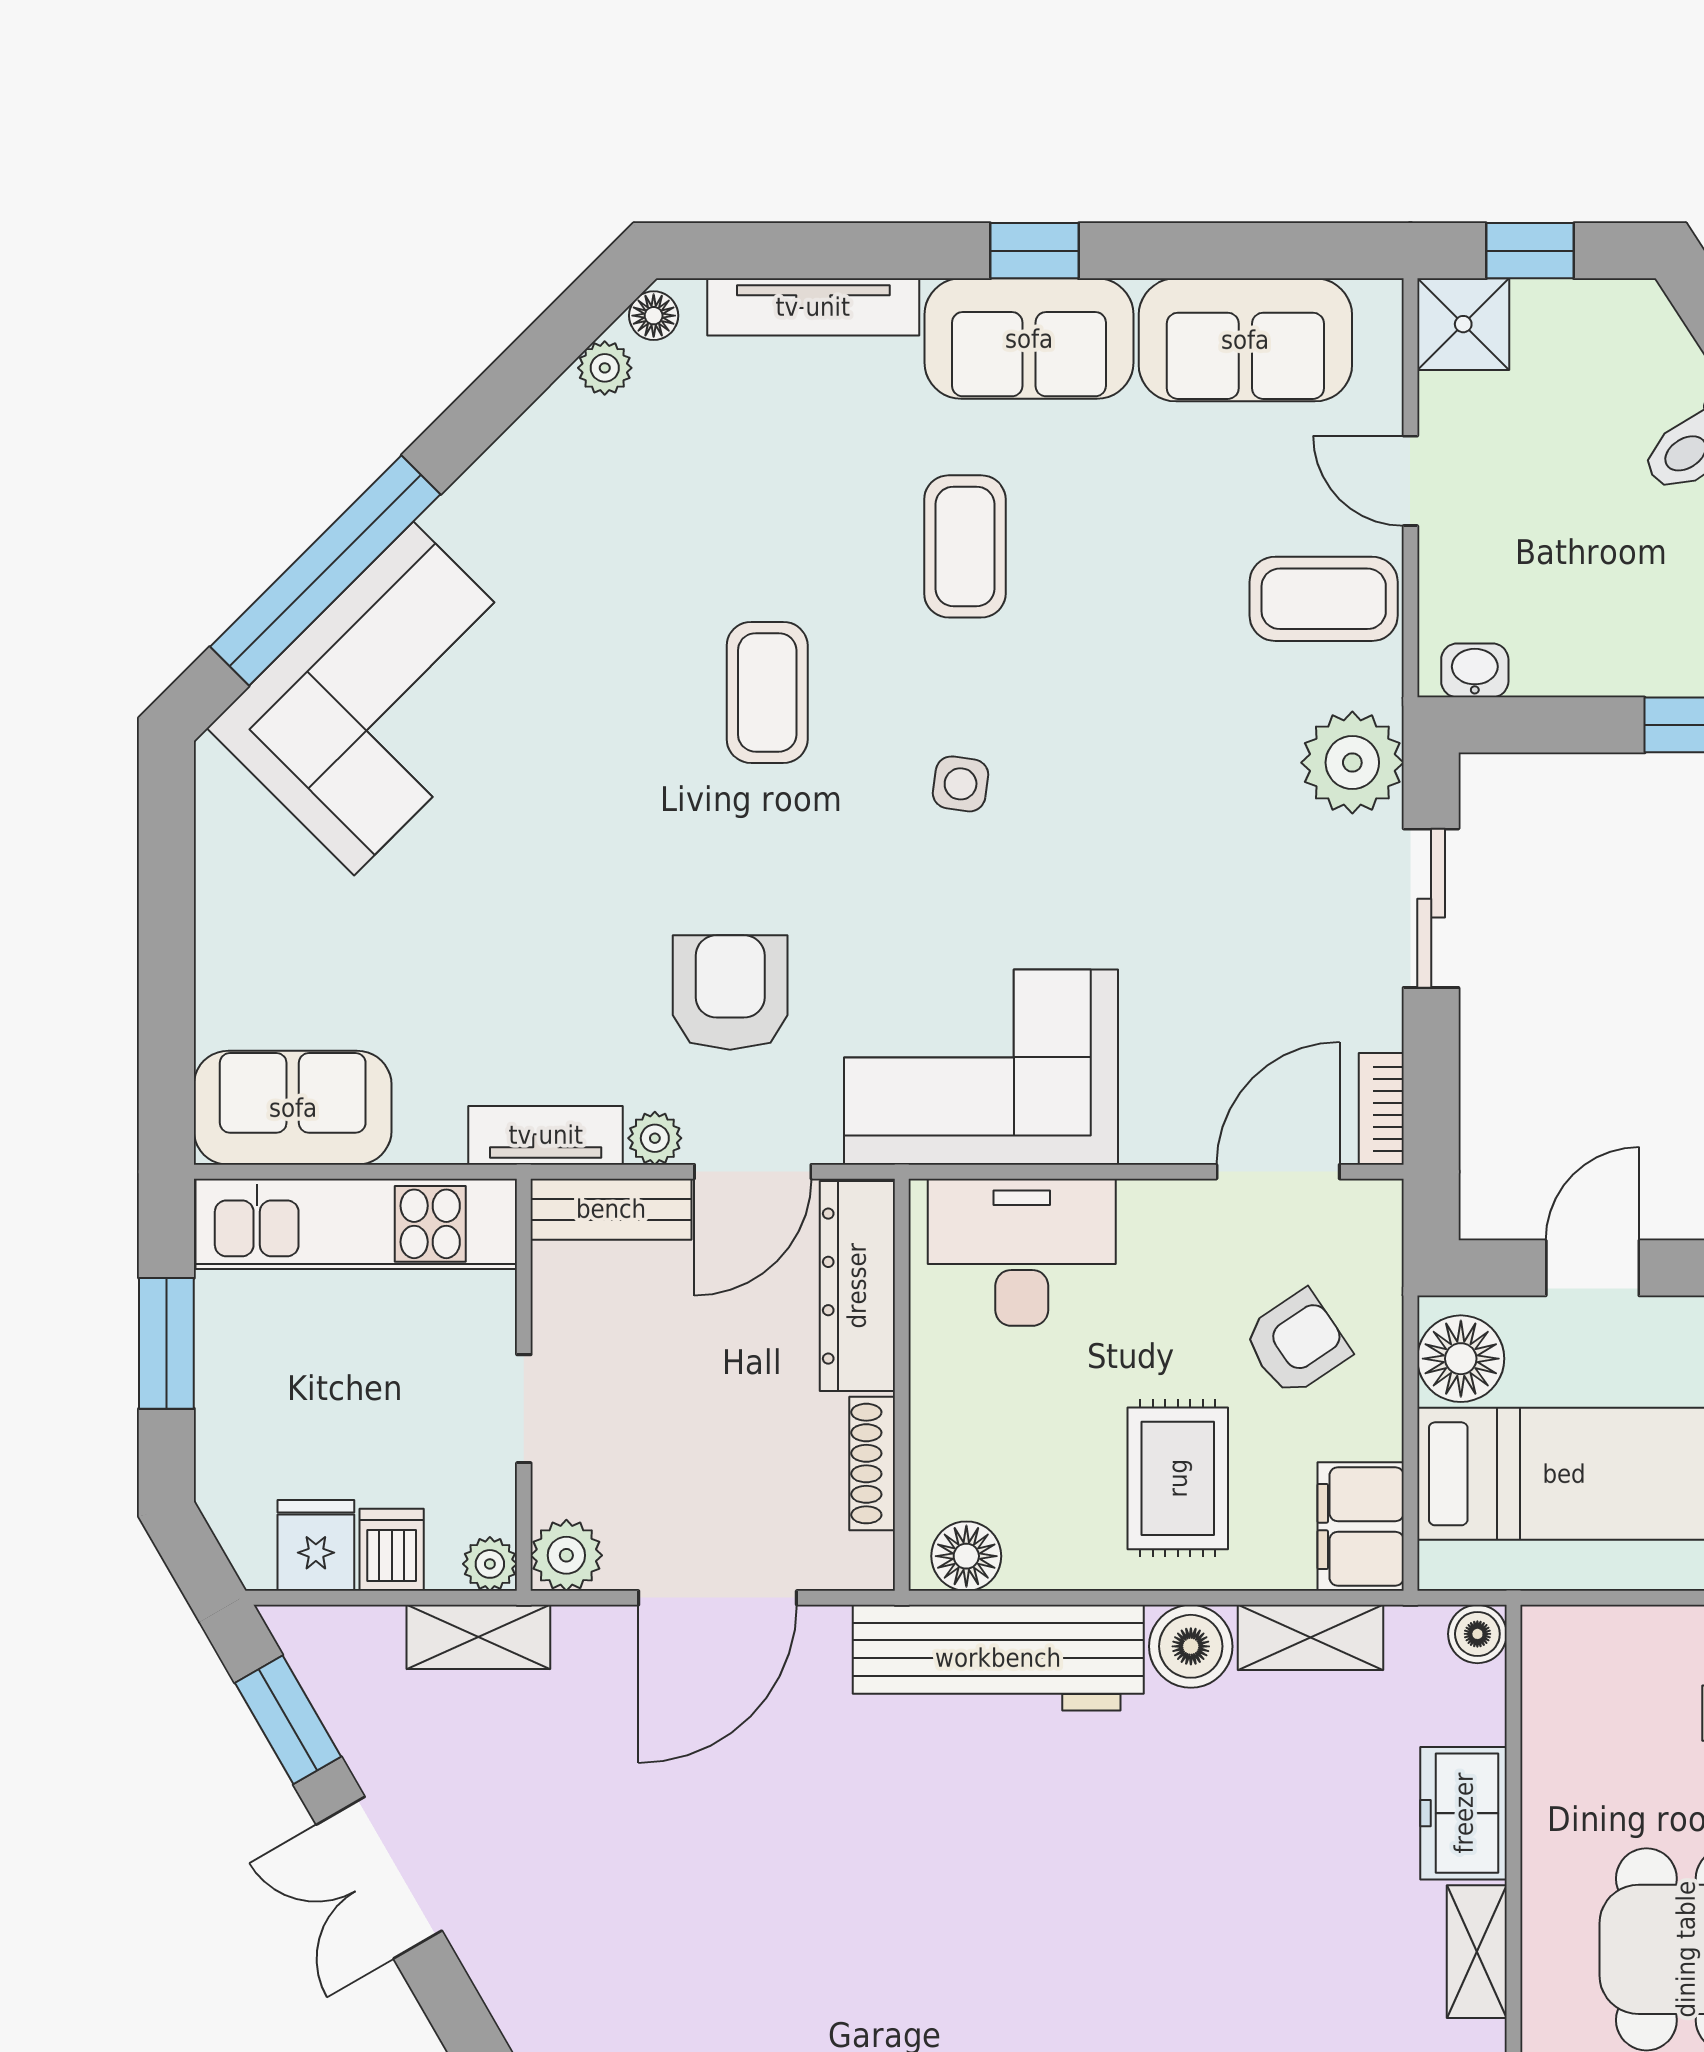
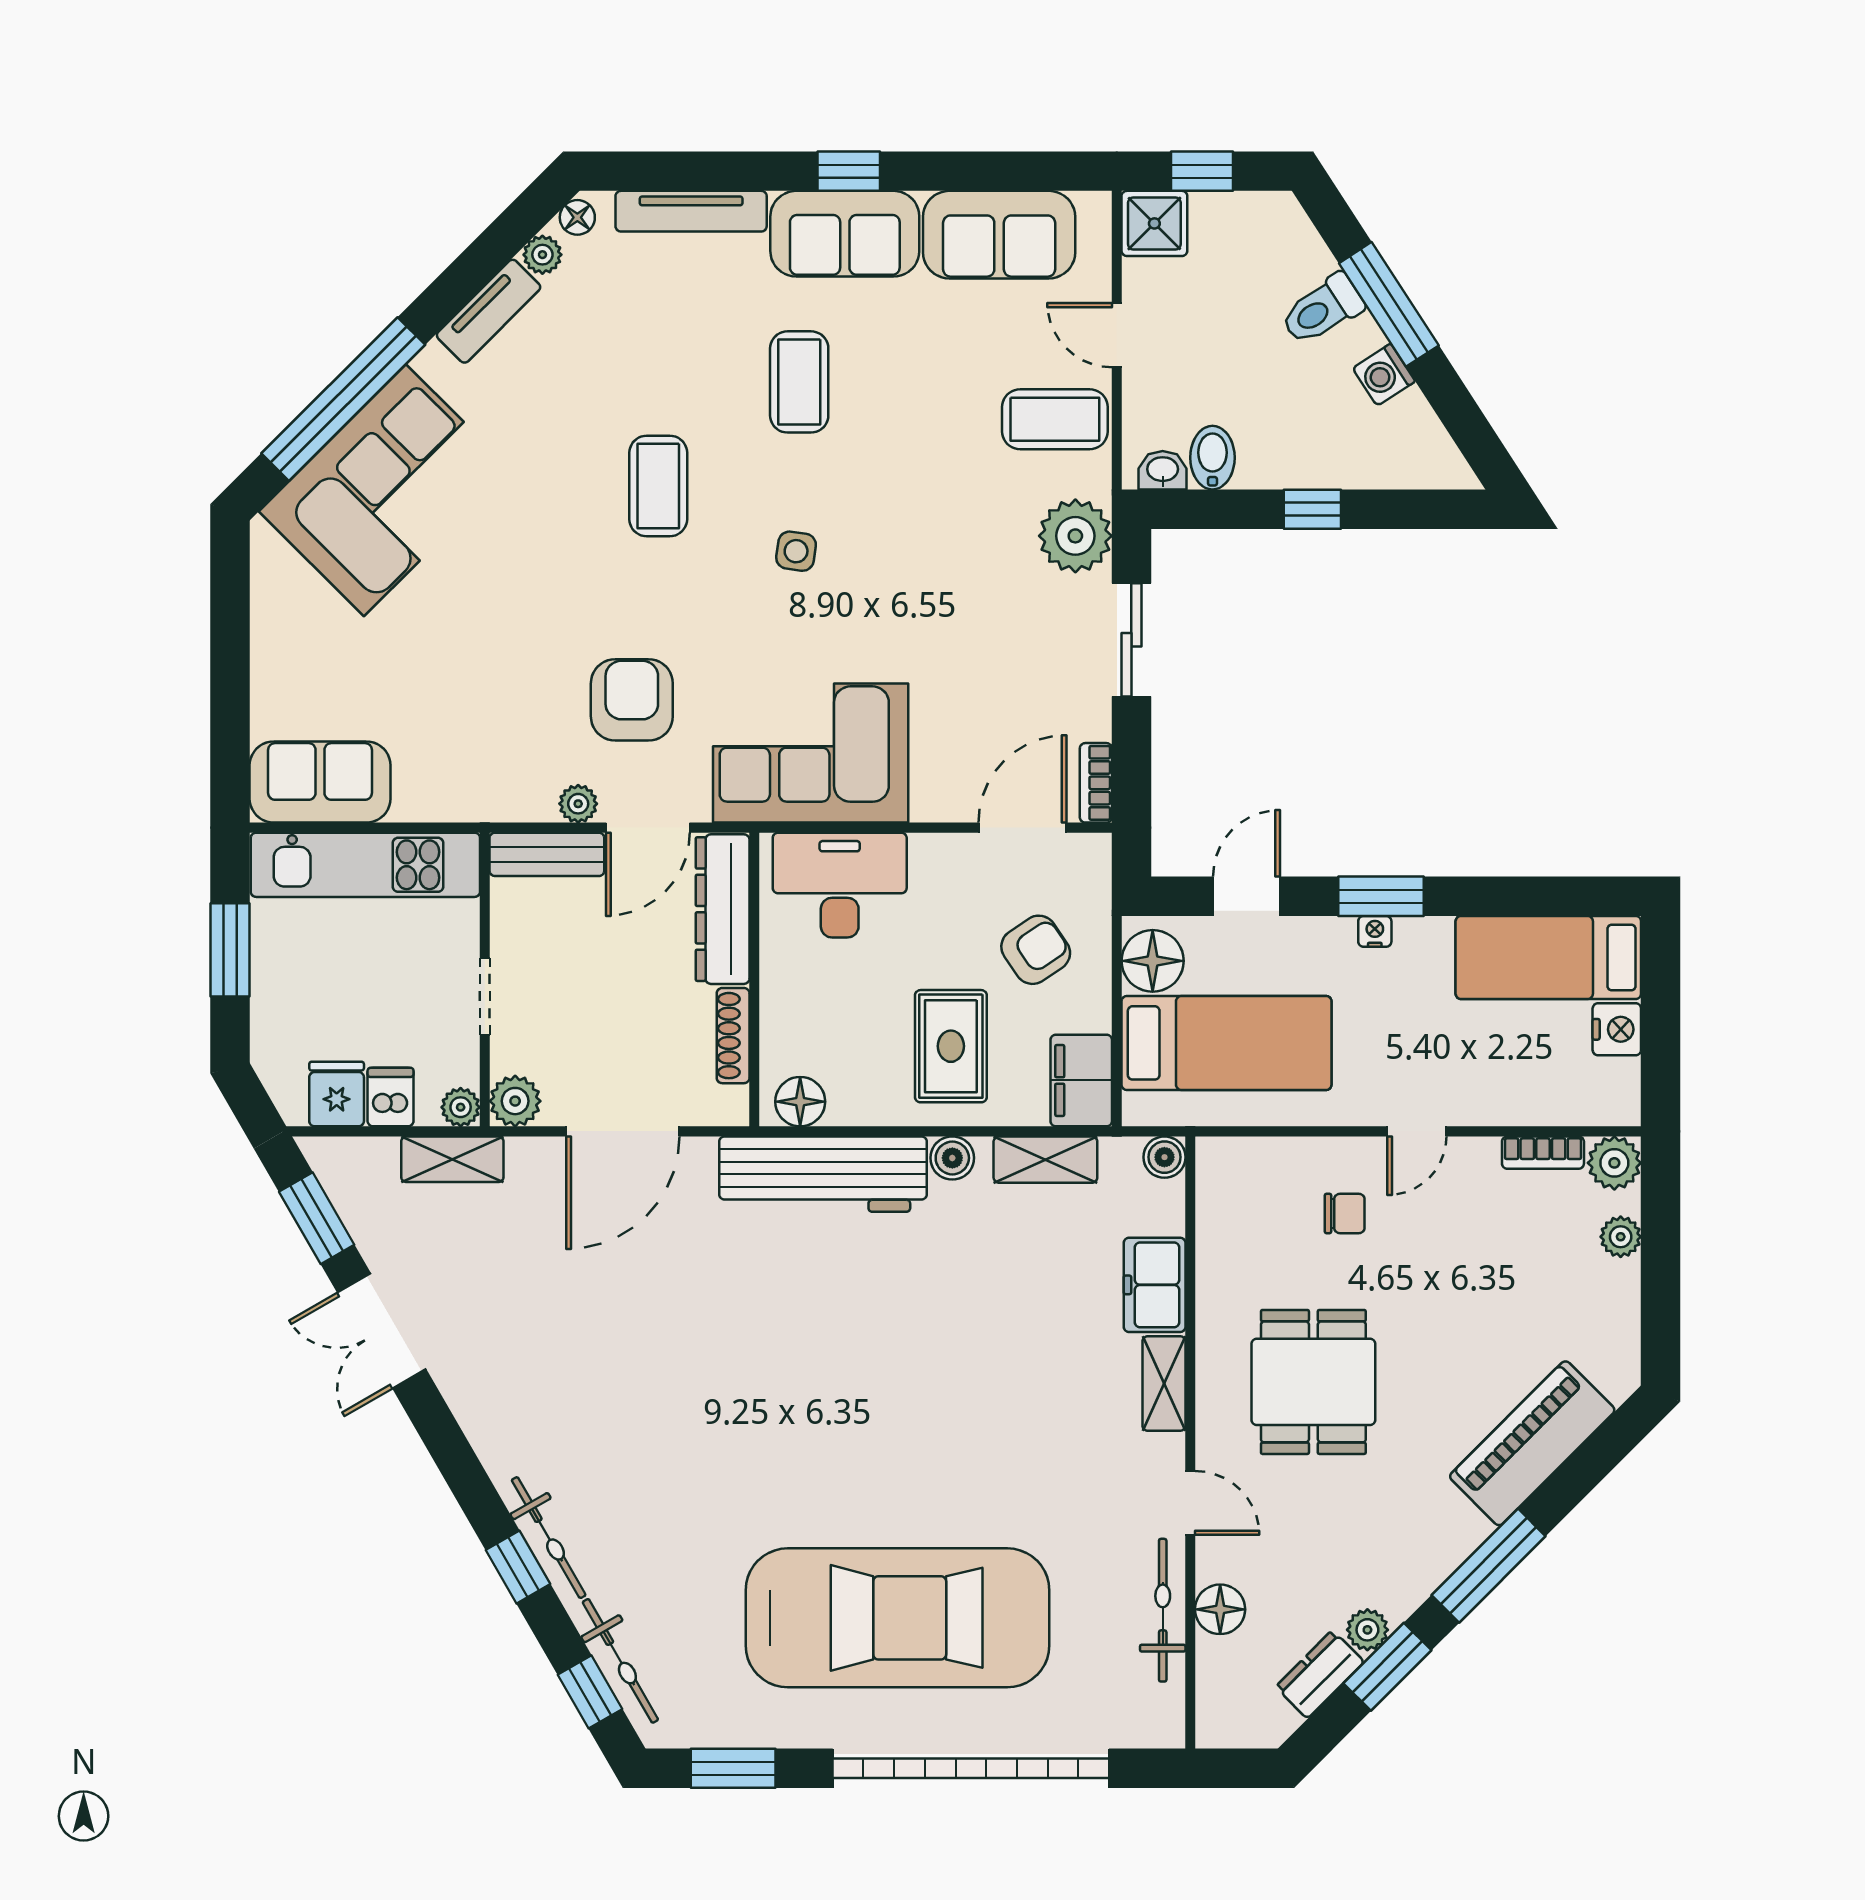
bidet: (1545, 653) -> (1212, 458), added
tv unit: (546, 1135) -> (489, 311), moved, turned 135
boiler: (1191, 1646) -> (952, 1158), width x0.73, depth x0.73

